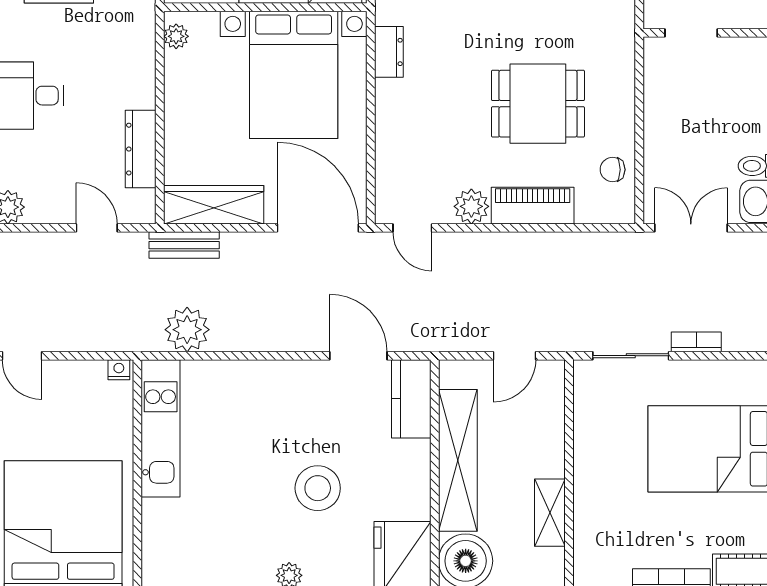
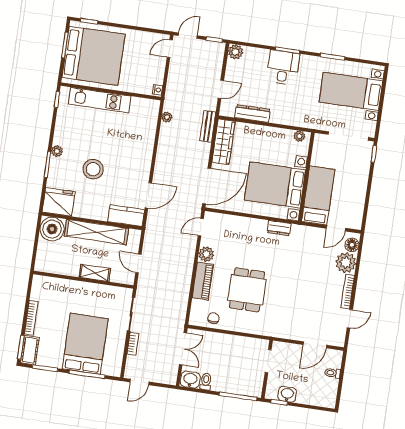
plant: (187, 330) -> (167, 117), width x0.53, depth x0.53
kitchen unit: (161, 428) -> (100, 100), moved
shelving: (550, 513) -> (95, 273), moved

